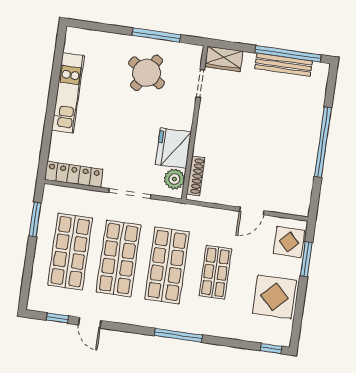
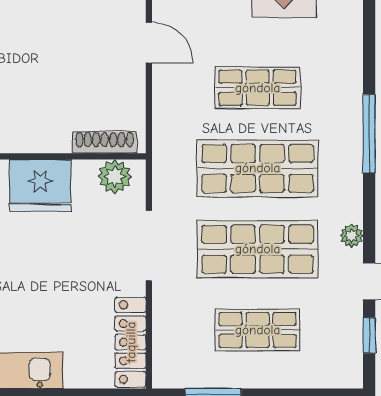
fridge: (173, 148) -> (40, 185), moved
shop shelf: (70, 252) -> (258, 330), width x0.70, depth x0.74
plant: (119, 316) -> (352, 236), added

